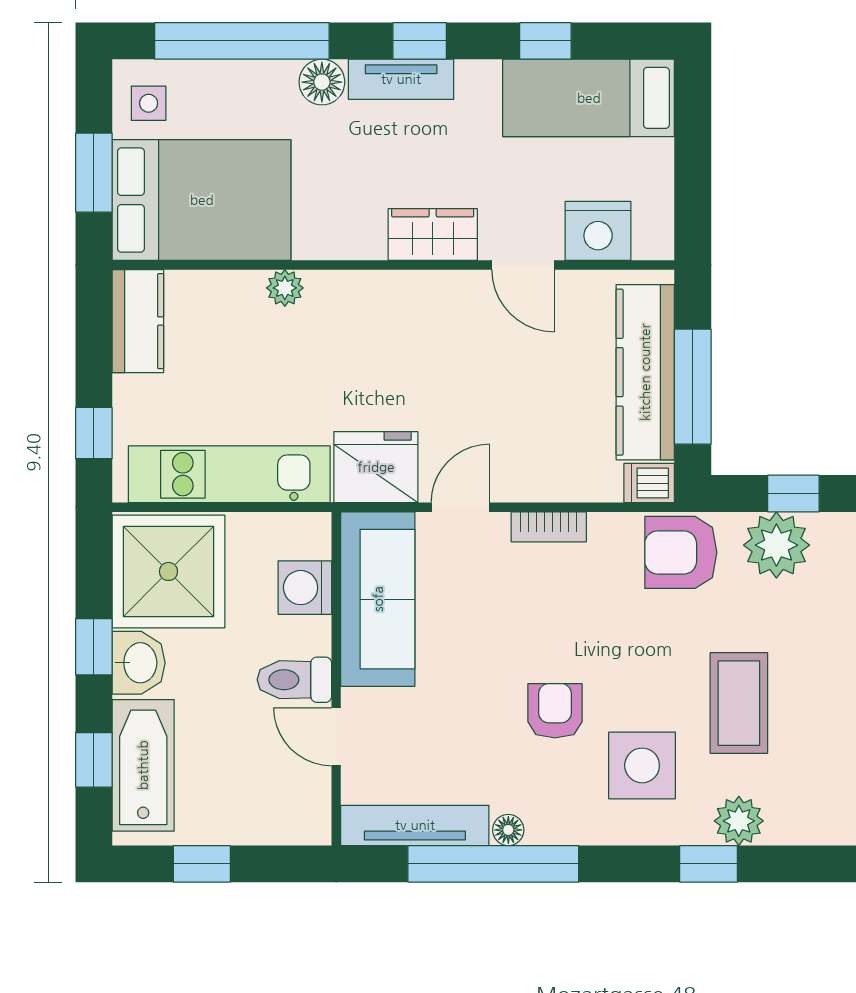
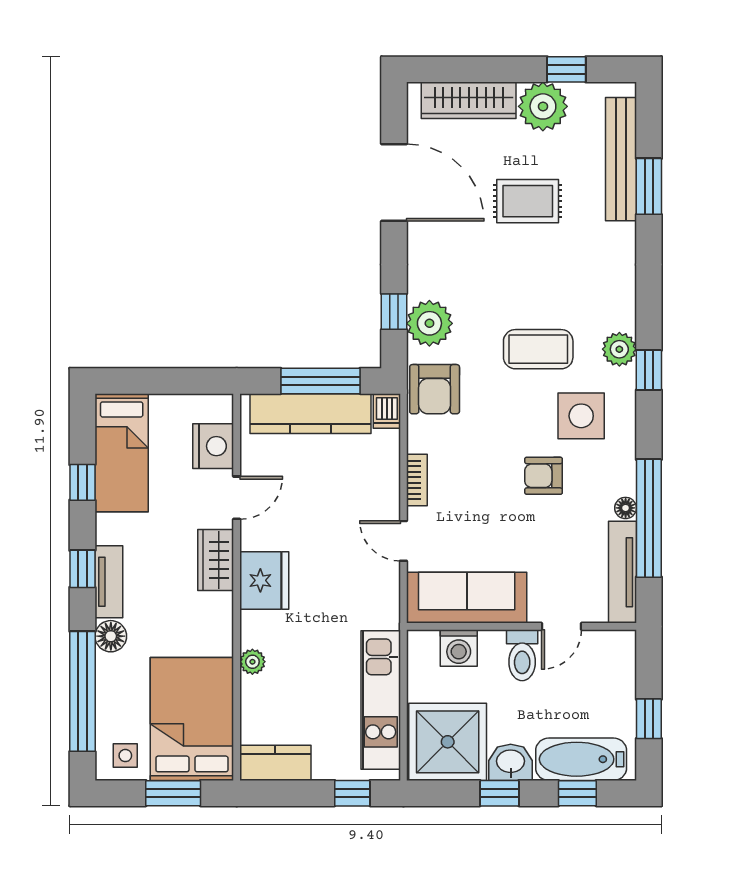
fridge: (376, 467) -> (264, 580), moved, turned 180

